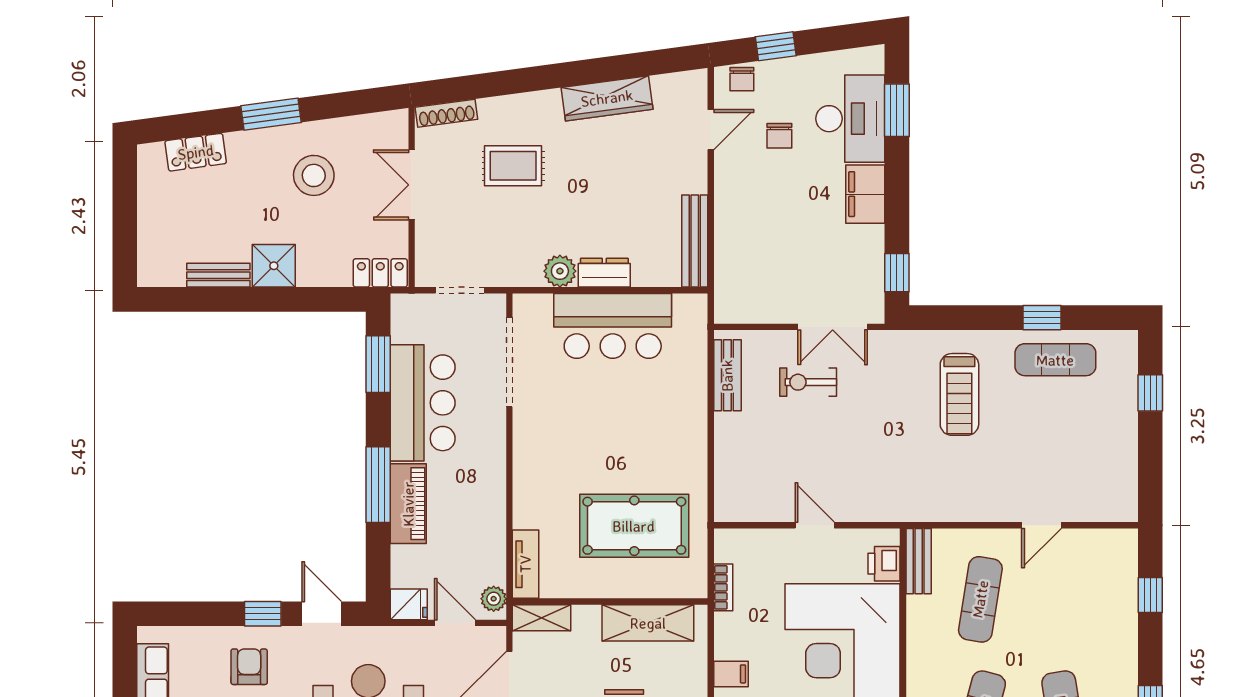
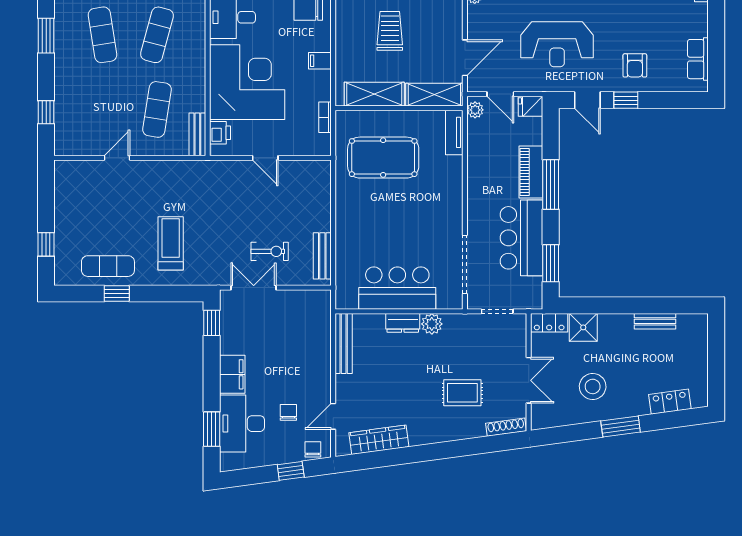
wardrobe: (607, 98) -> (379, 440), moved
shower: (274, 266) -> (583, 327), moved
shelving: (541, 618) -> (434, 95), width x1.50, depth x1.33

